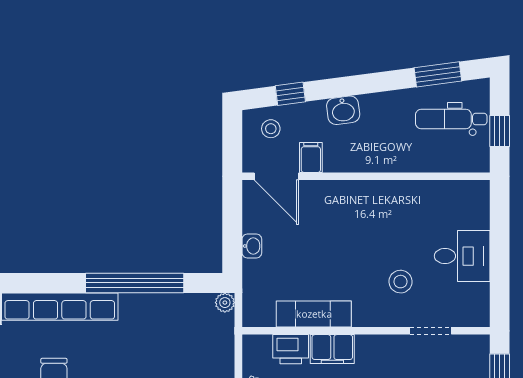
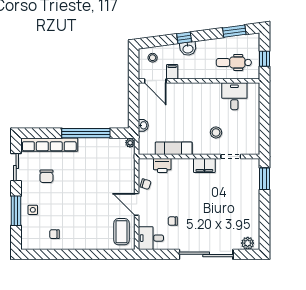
window: (290, 94) -> (184, 38), moved
dental chair: (451, 119) -> (234, 62), moved
washbasin: (252, 246) -> (143, 125), moved
desk: (462, 256) -> (234, 96), moved, turned -90
filing cabinet: (332, 349) -> (204, 165), moved

